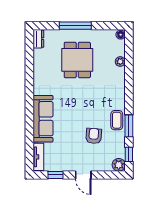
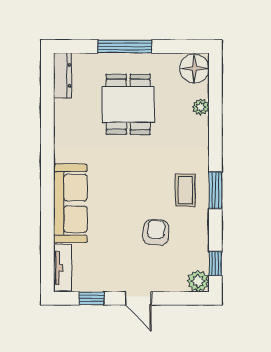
floor lamp: (121, 35) -> (194, 68), width x1.89, depth x1.89
dresser: (38, 39) -> (63, 75), width x1.44
coffee table: (117, 120) -> (185, 190), moved
window: (129, 126) -> (215, 190), moved

